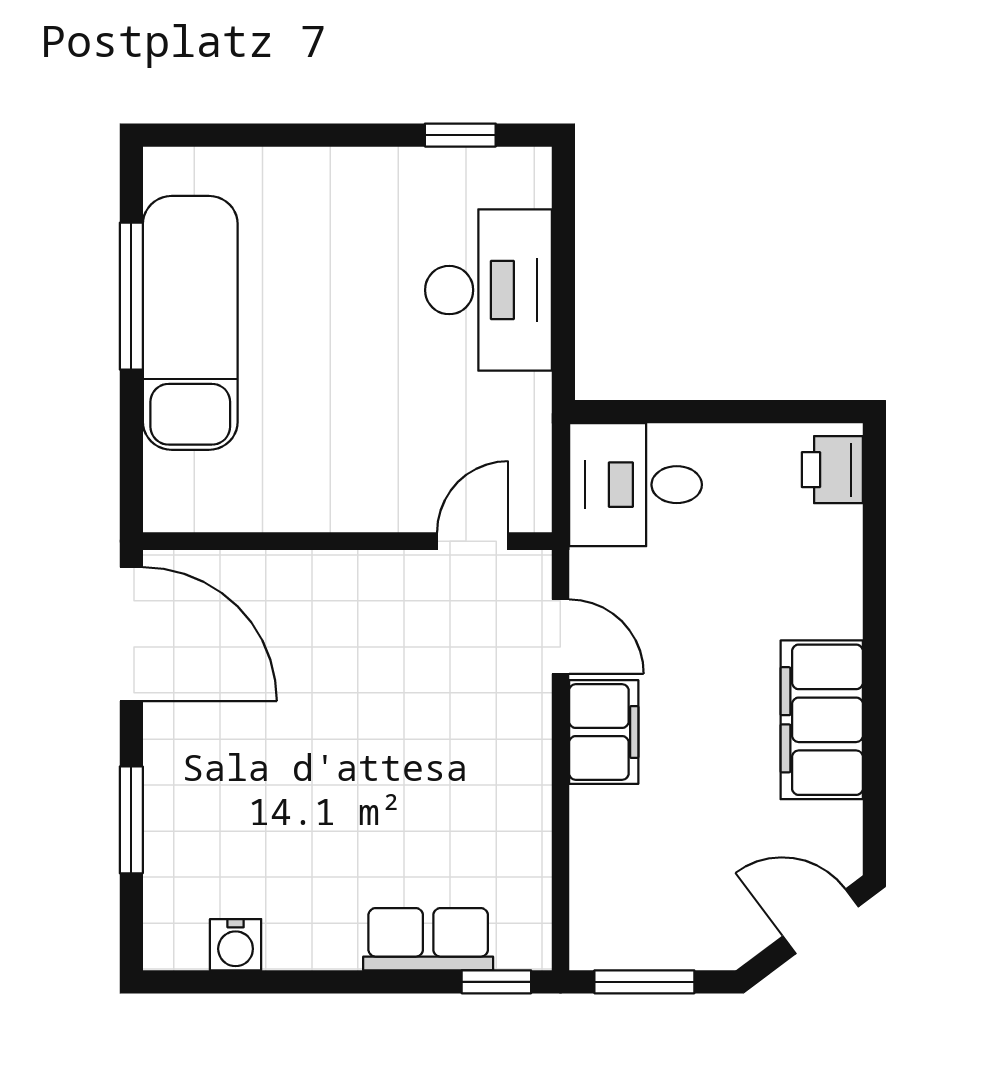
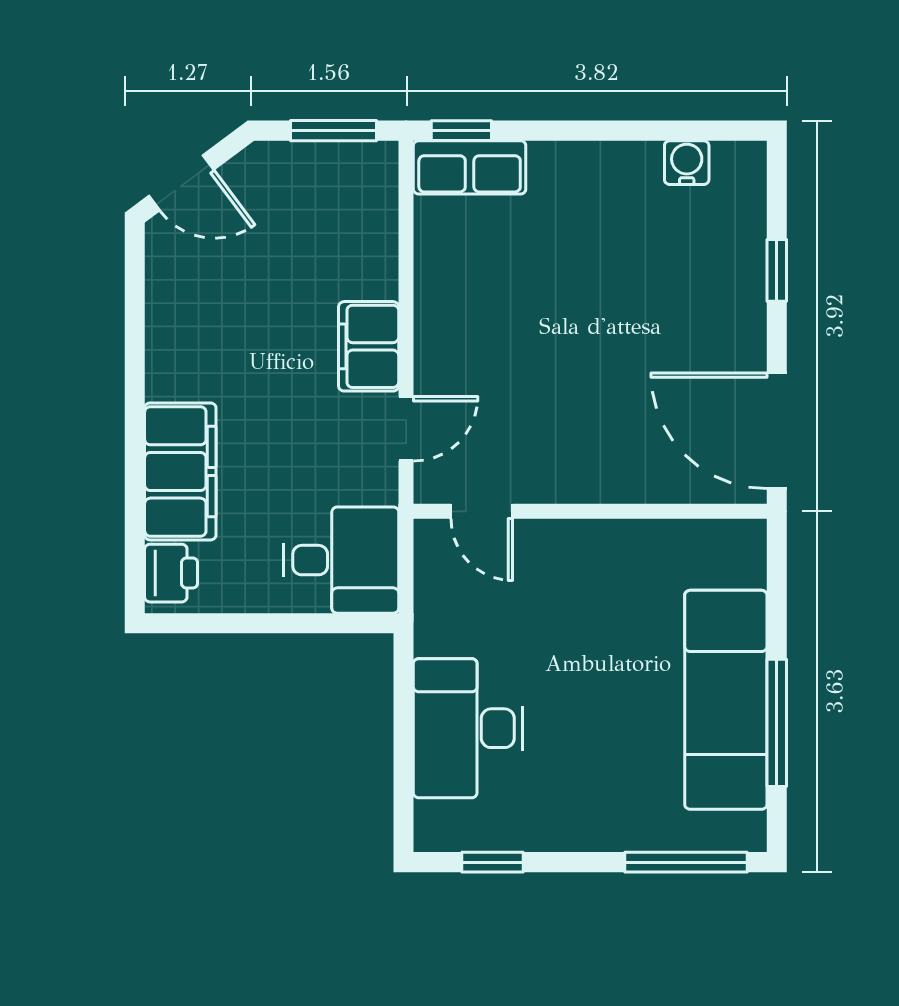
window: (236, 135) -> (686, 862), added
door: (473, 541) -> (482, 511), hinge flipped
door: (560, 637) -> (406, 429), swing flipped
filing cabinet: (822, 720) -> (180, 471), moved
window: (131, 820) -> (777, 270), width x0.67
row of seats: (428, 939) -> (470, 167), moved

